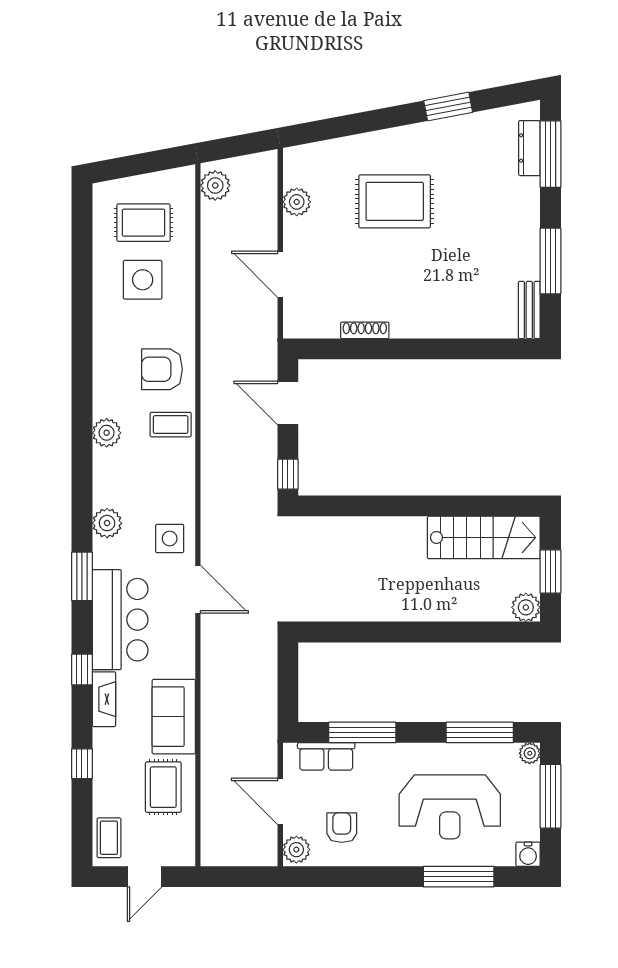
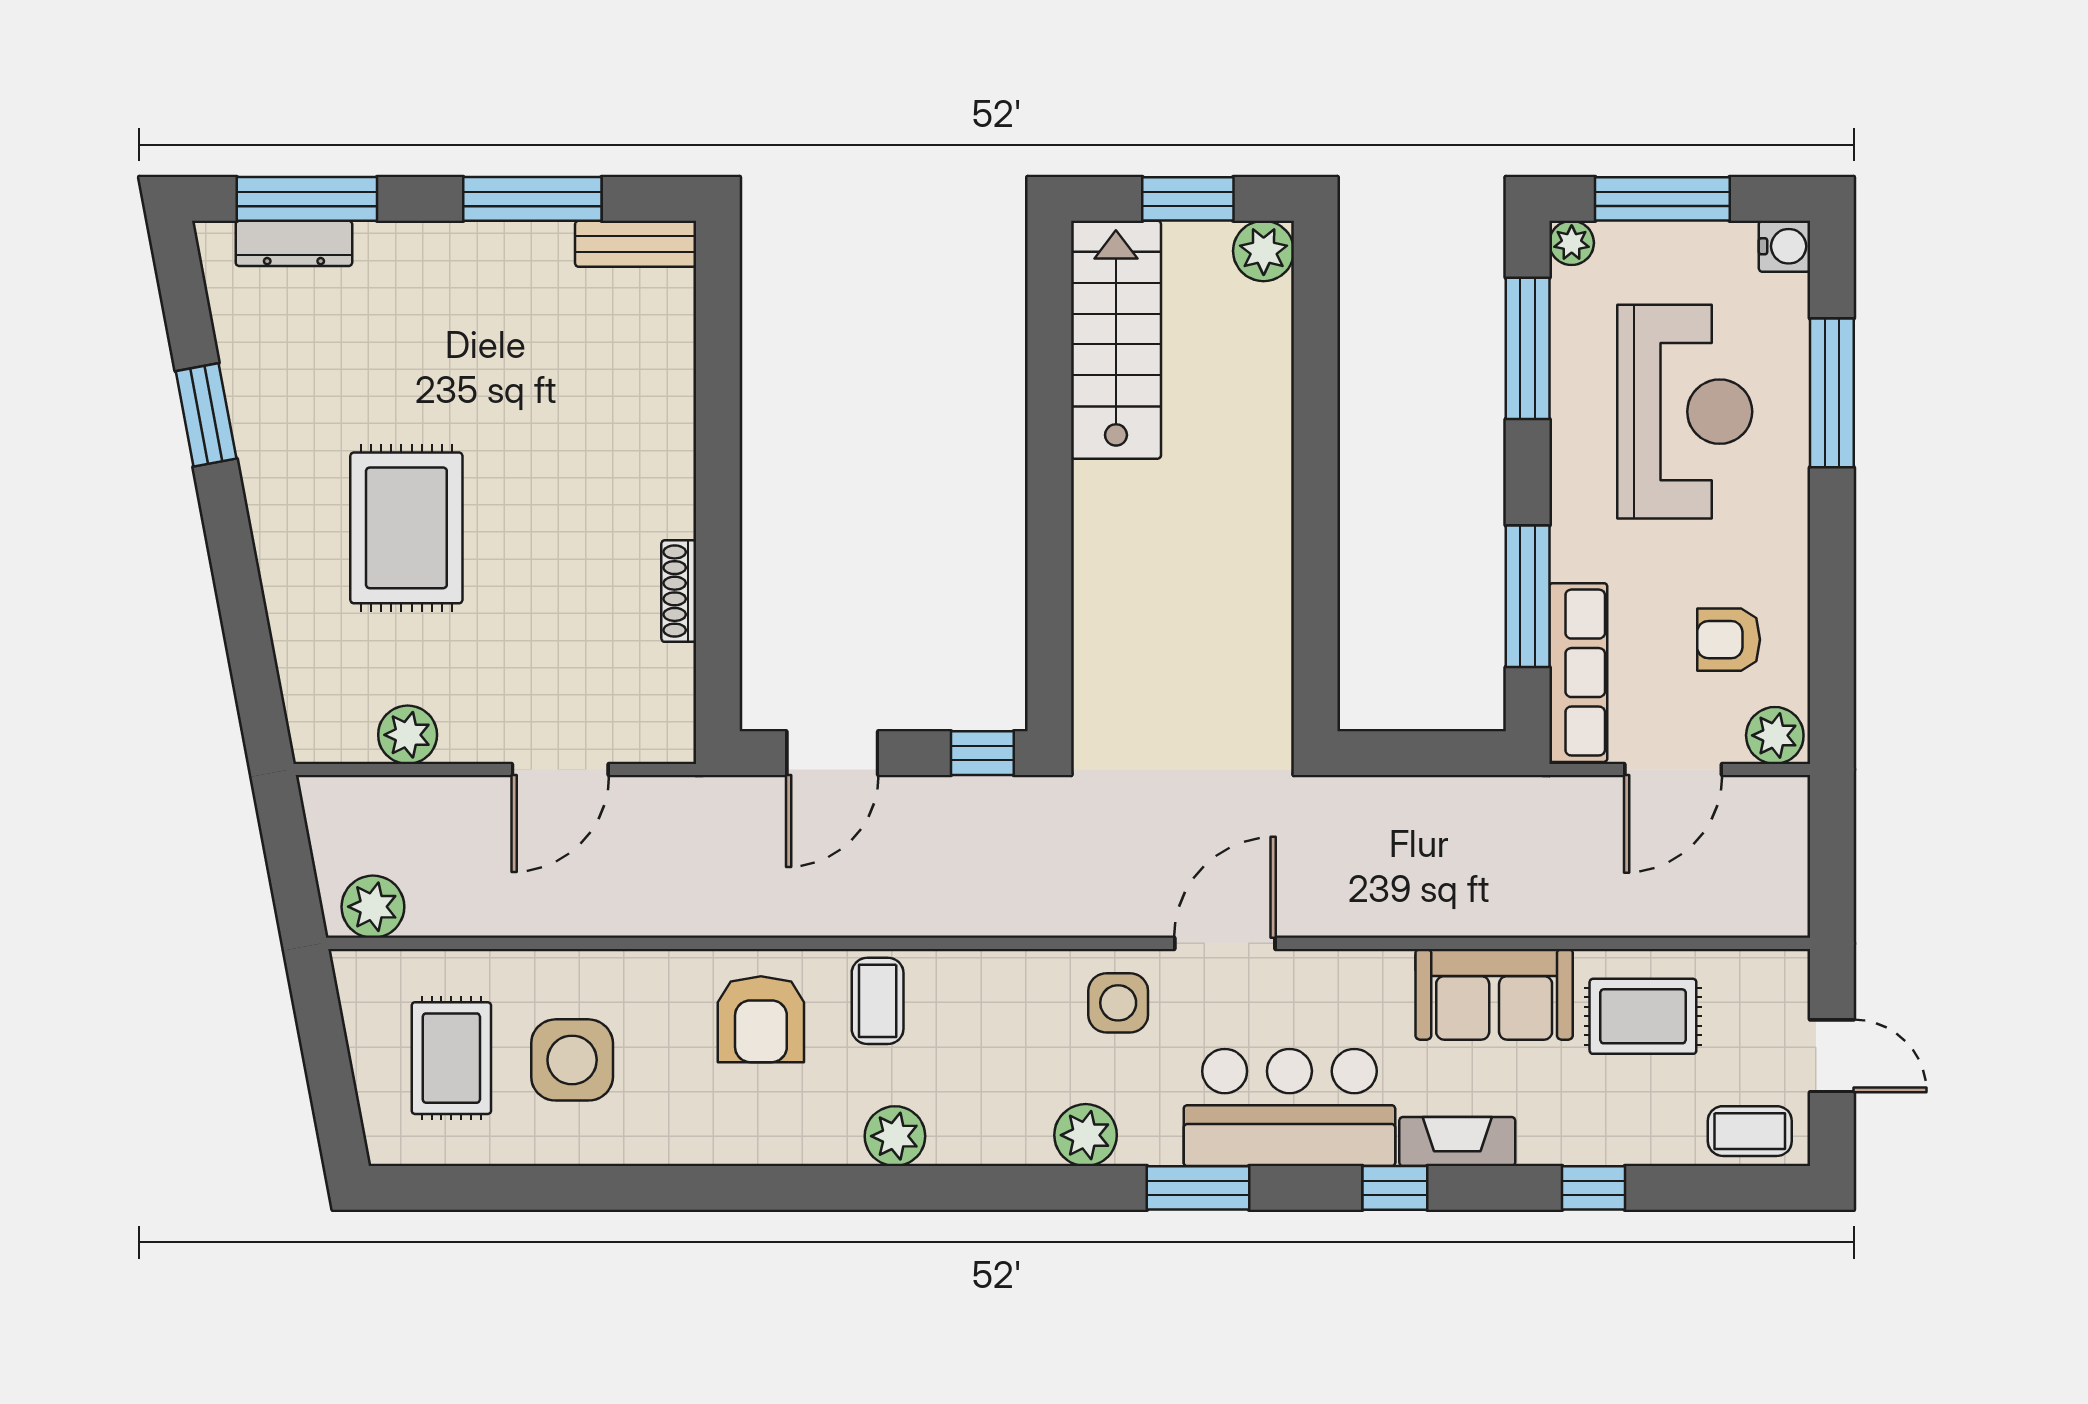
row of seats: (326, 756) -> (1578, 673), width x1.48

